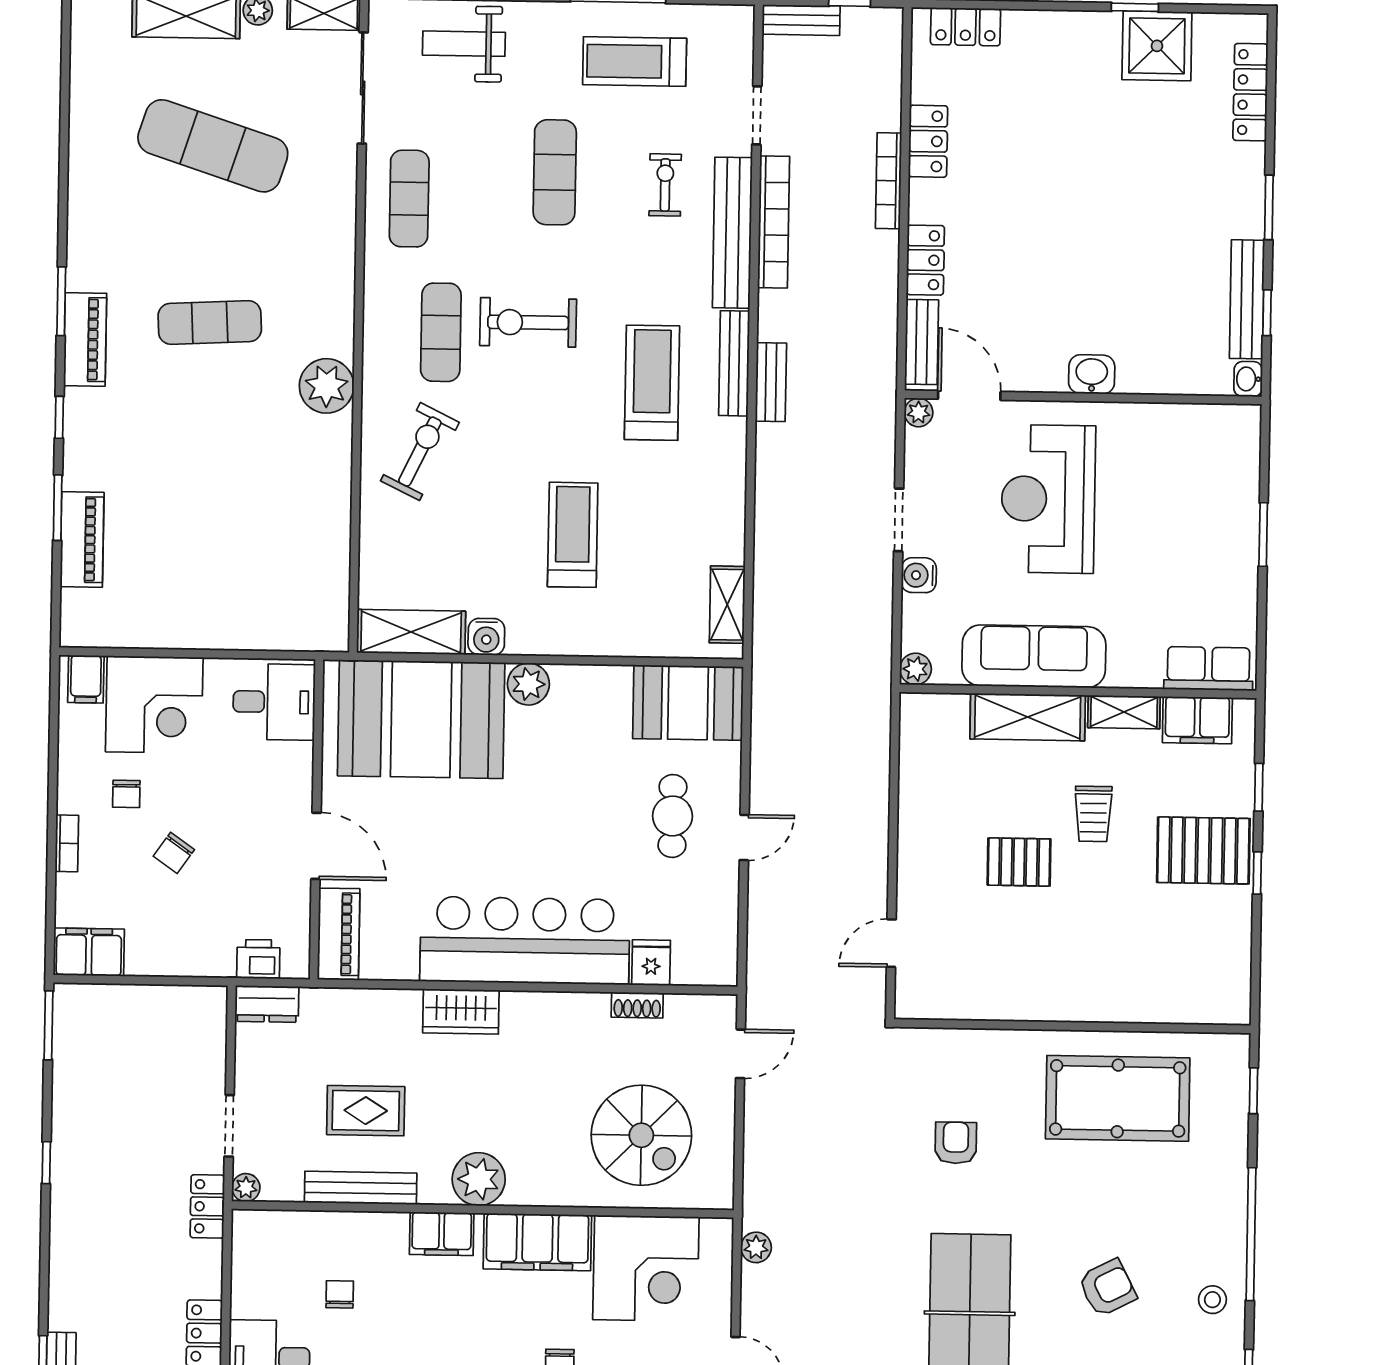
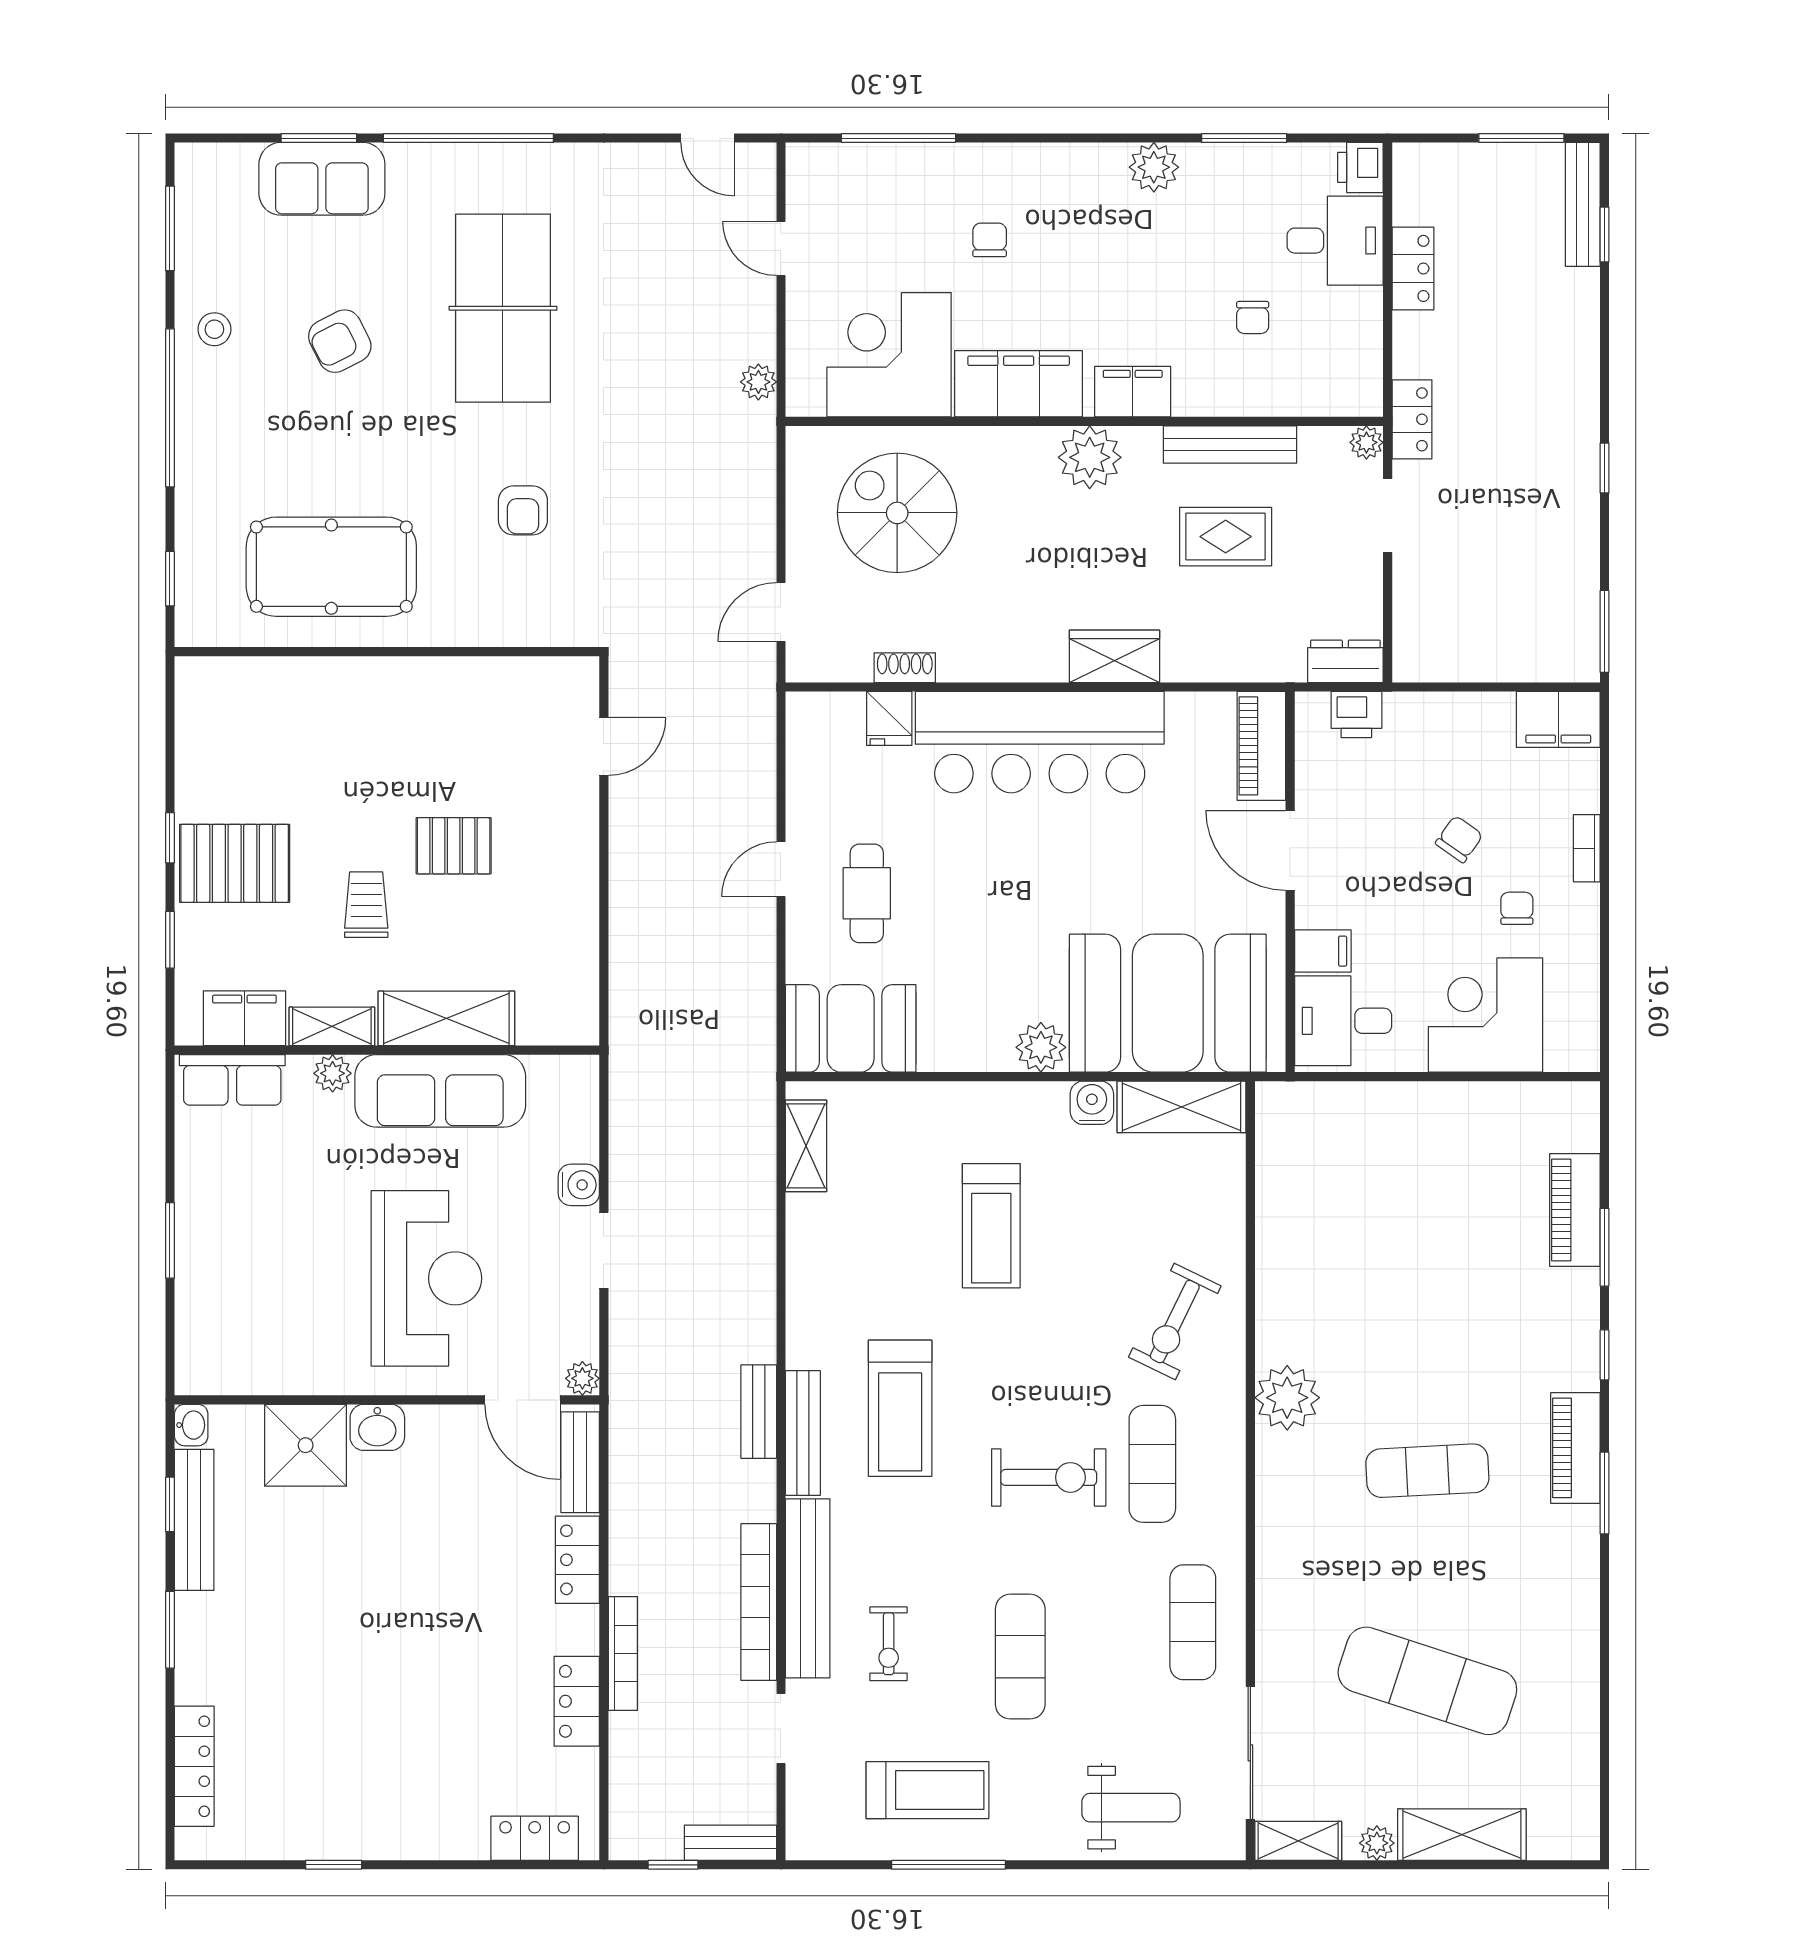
shower: (1157, 46) -> (306, 1445), moved
plant: (916, 669) -> (333, 1073), moved
filing cabinet: (86, 679) -> (1323, 951), moved, turned 90

